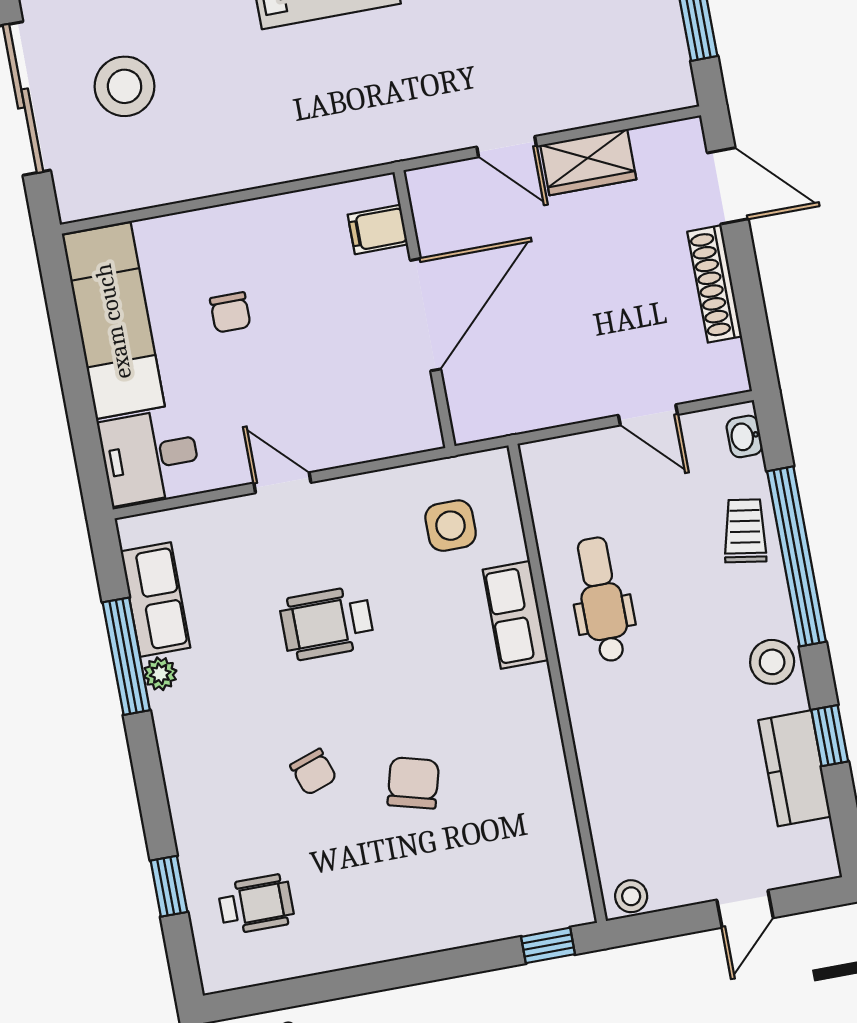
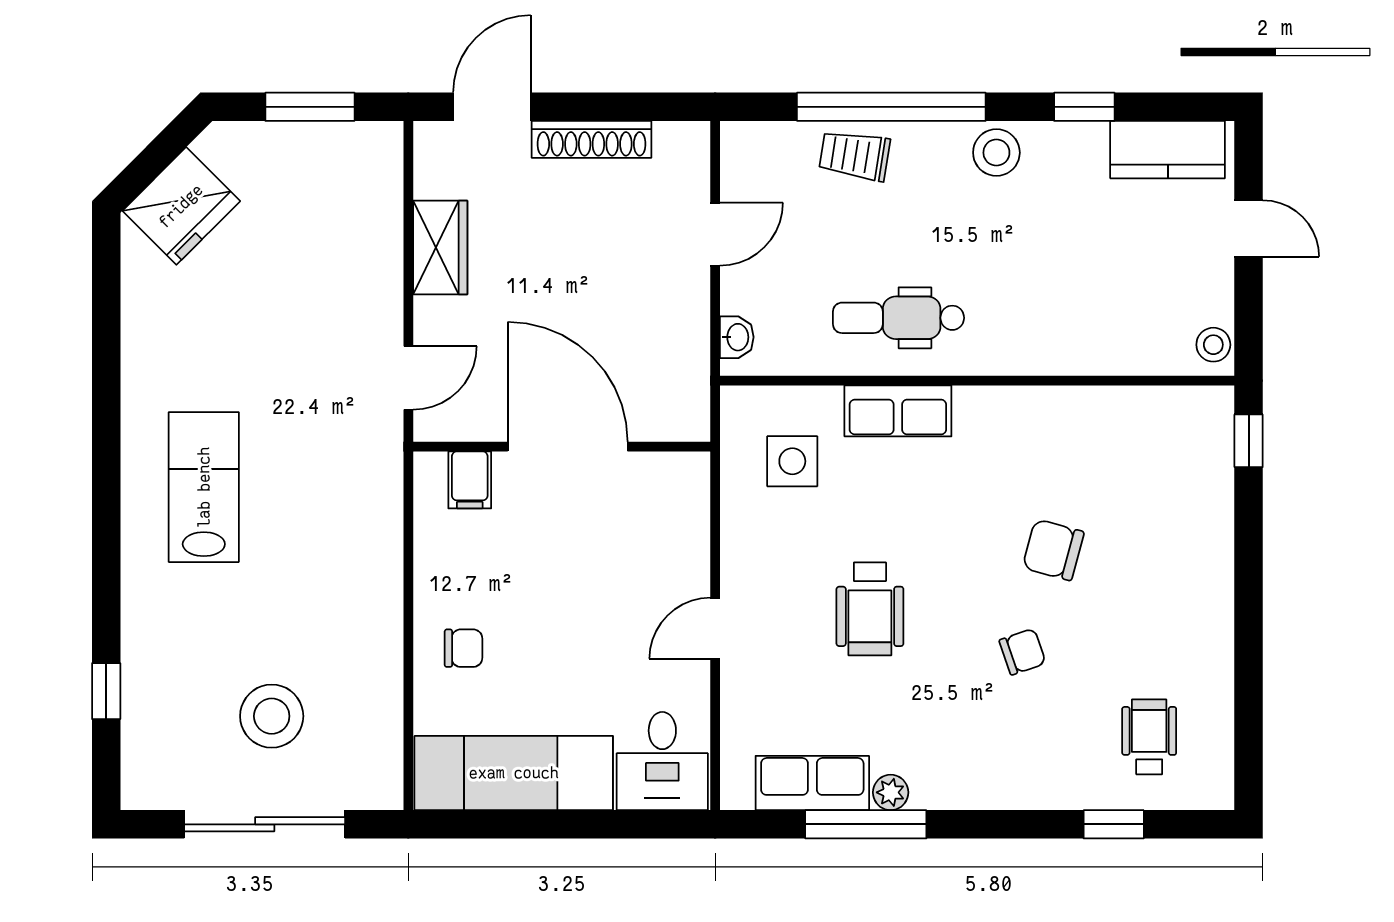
door: (507, 147) -> (408, 378), moved
chair: (230, 312) -> (463, 648), moved
washbasin: (744, 436) -> (737, 337), moved, turned -90
kitchen counter: (795, 768) -> (1168, 150), moved

